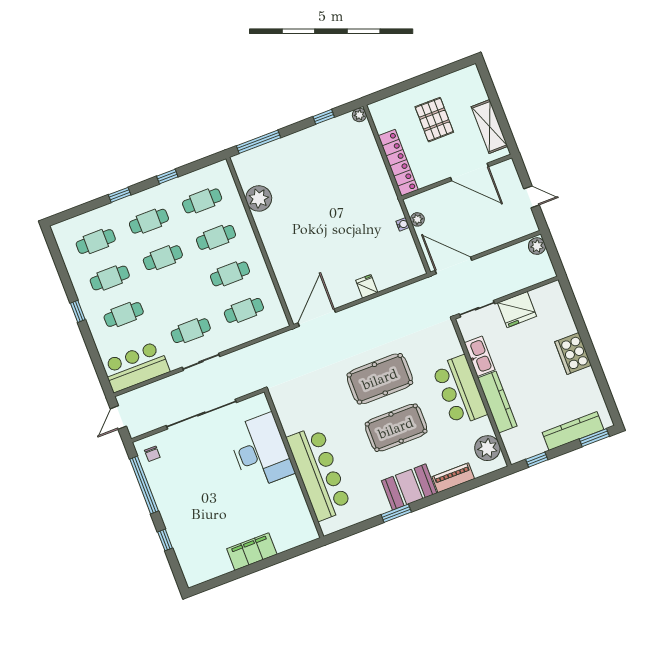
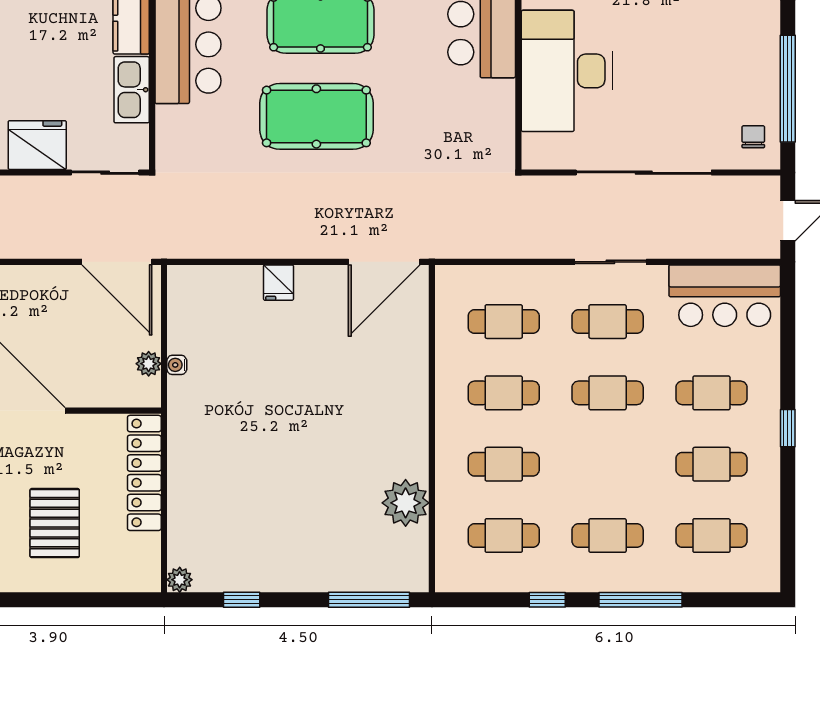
window: (120, 195) -> (640, 600), width x2.17
cafe table: (163, 258) -> (608, 393), moved

